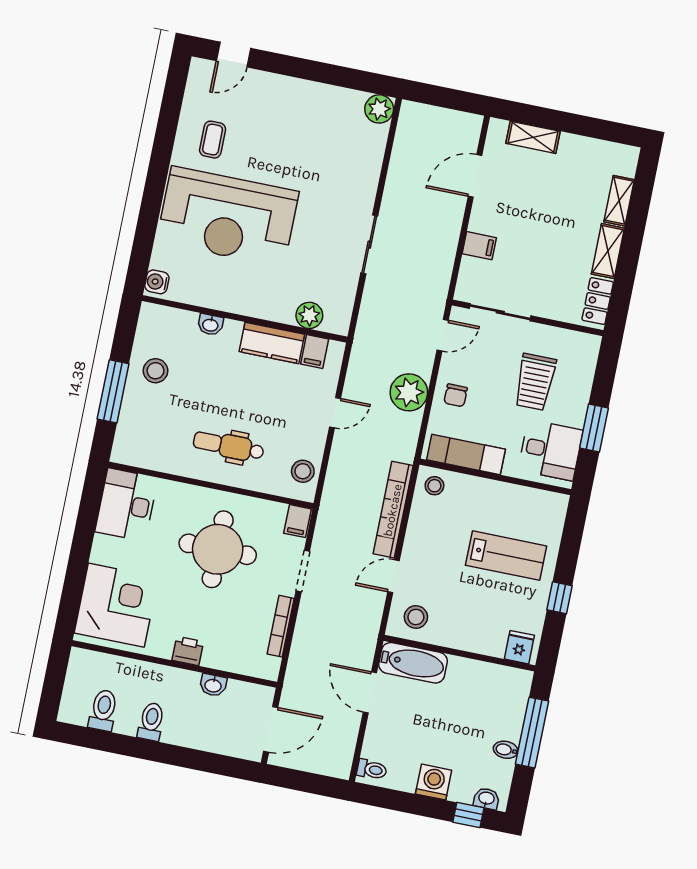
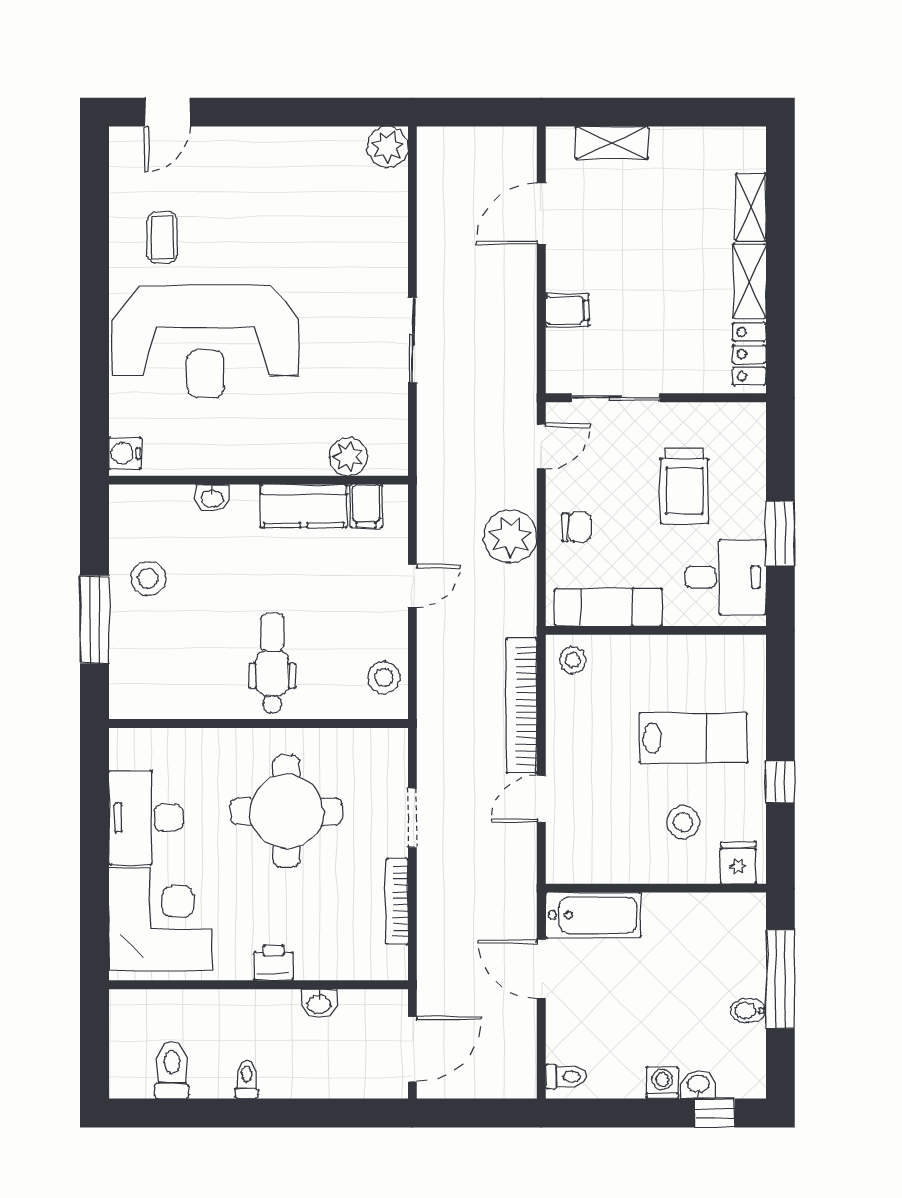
chair: (456, 395) -> (577, 527), turned -90
dental chair: (229, 446) -> (272, 663), turned 90
desk: (127, 505) -> (146, 818), moved
filing cabinet: (298, 521) -> (391, 749), removed
stool: (416, 617) -> (683, 822), moved
toilet: (151, 721) -> (247, 1080), width x0.73, depth x0.72
washing machine: (434, 782) -> (662, 1083), width x0.73, depth x0.73
washbasin: (486, 799) -> (698, 1085), moved

